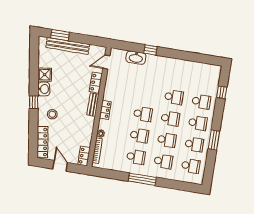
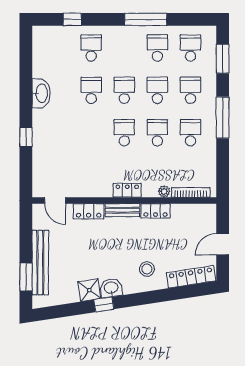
washbasin: (136, 58) -> (41, 93), moved
window: (34, 102) -> (104, 304), moved
school desk: (198, 123) -> (124, 48), removed
window: (214, 140) -> (146, 19), width x1.44
locker: (84, 156) -> (155, 211), moved
window: (180, 186) -> (223, 59), added

